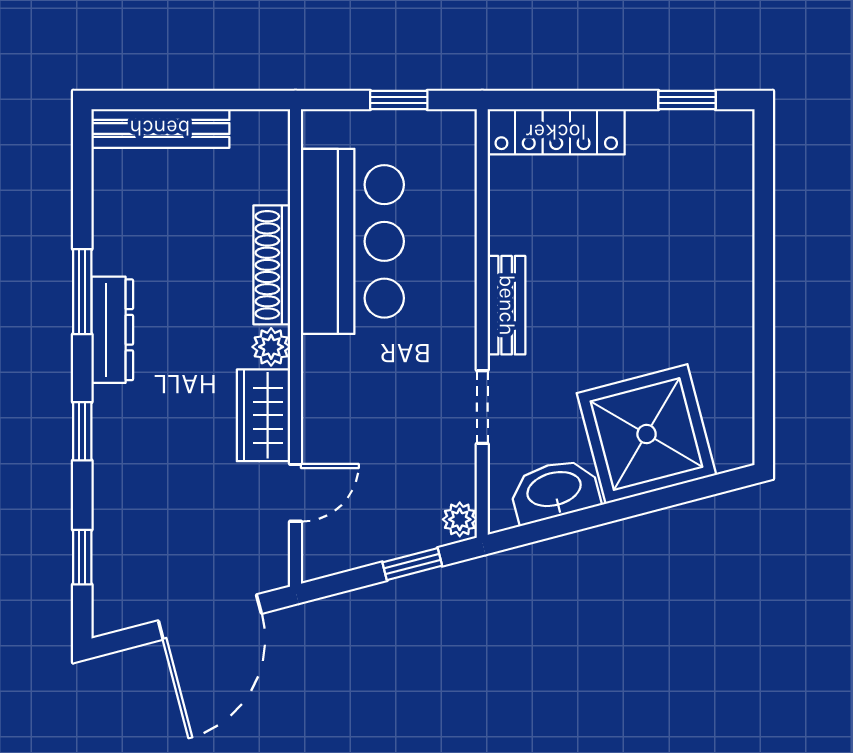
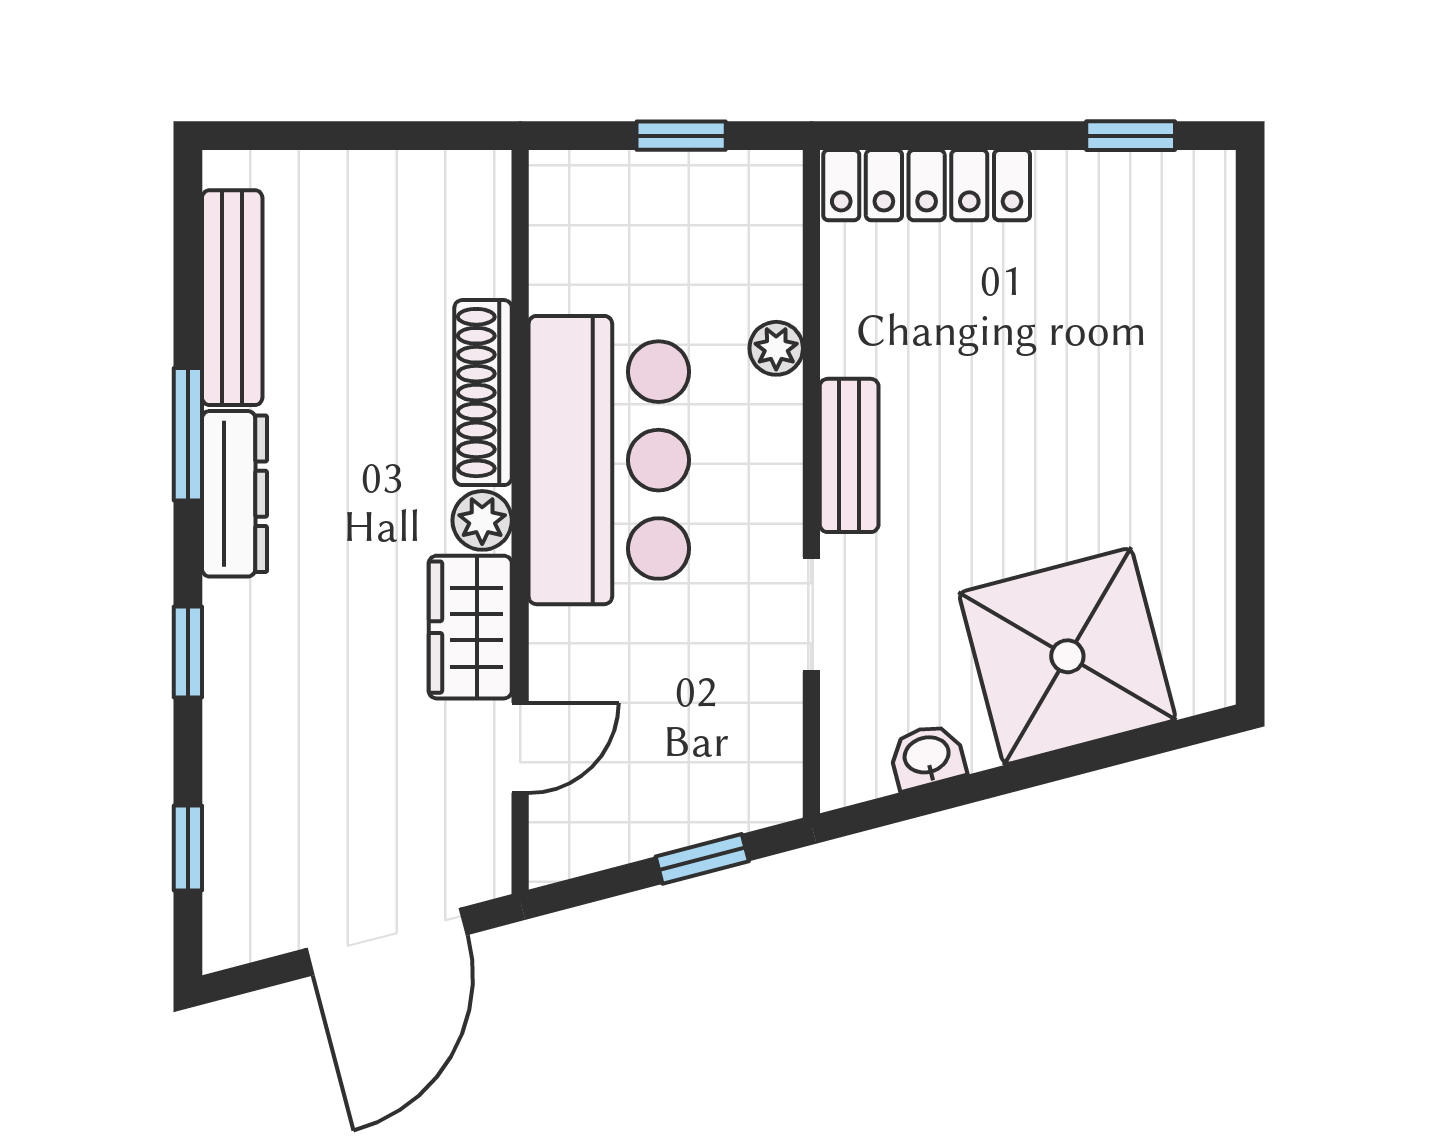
bench: (160, 128) -> (232, 298), moved, turned 90
bar counter: (352, 241) -> (609, 460), moved
washbasin: (554, 491) -> (927, 756), width x0.52, depth x0.69
plant: (460, 519) -> (776, 348), moved

